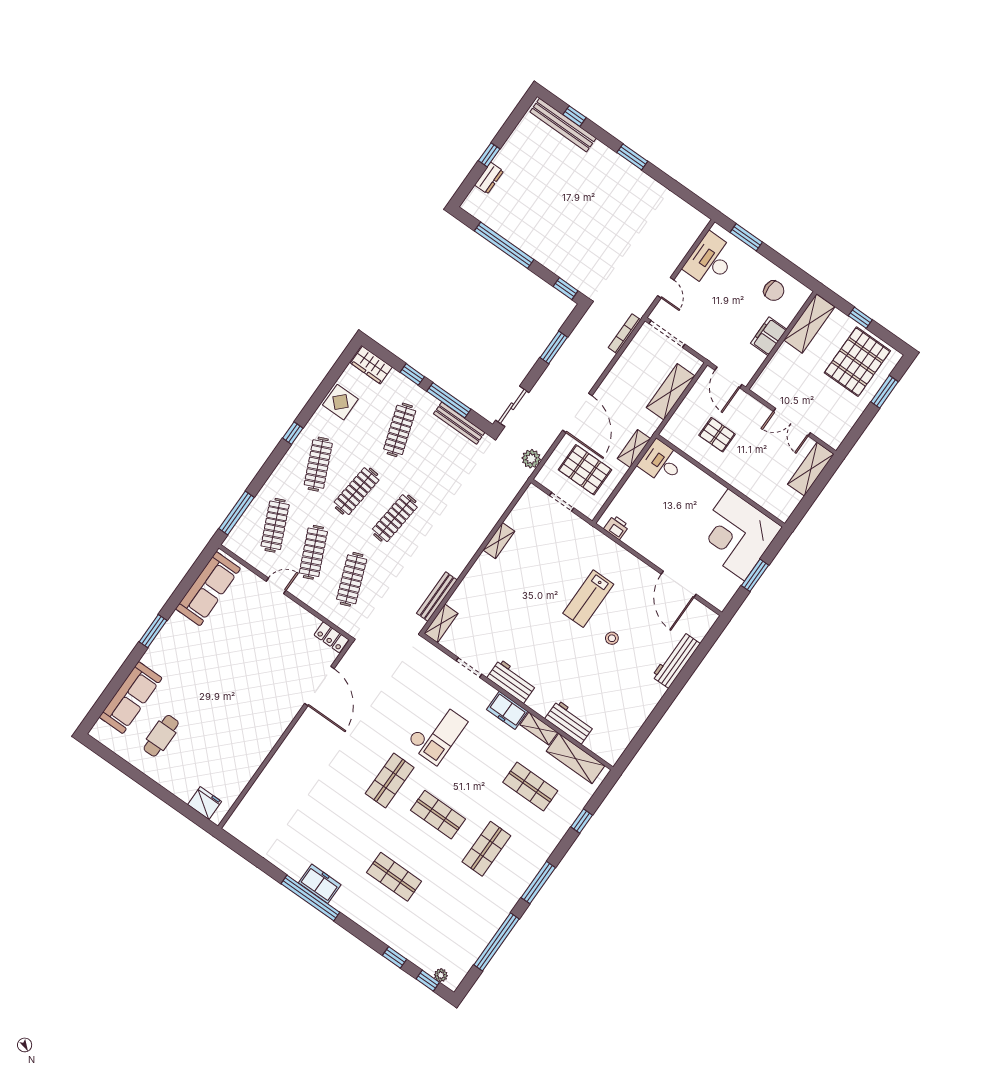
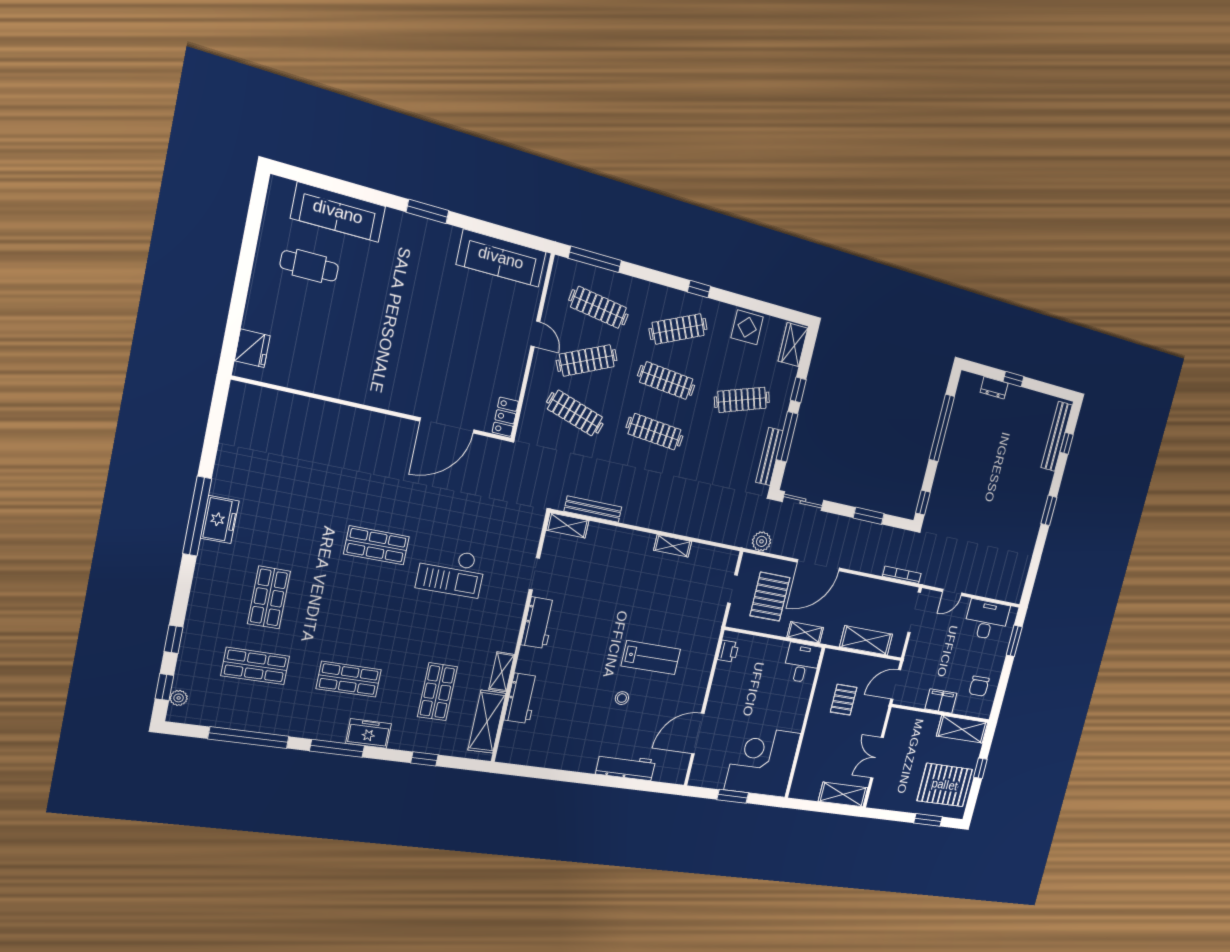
clothes rail: (275, 525) -> (599, 307), turned 33
clothes rail: (352, 579) -> (575, 413), turned 39
lab bench: (588, 599) -> (651, 658), turned 180
freezer: (507, 710) -> (369, 733), moved, turned 90
shop shelf: (438, 815) -> (255, 666), moved, turned 90

